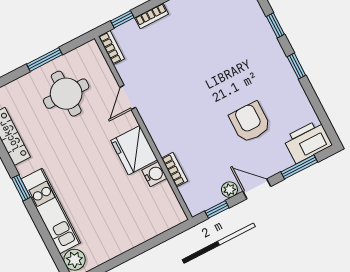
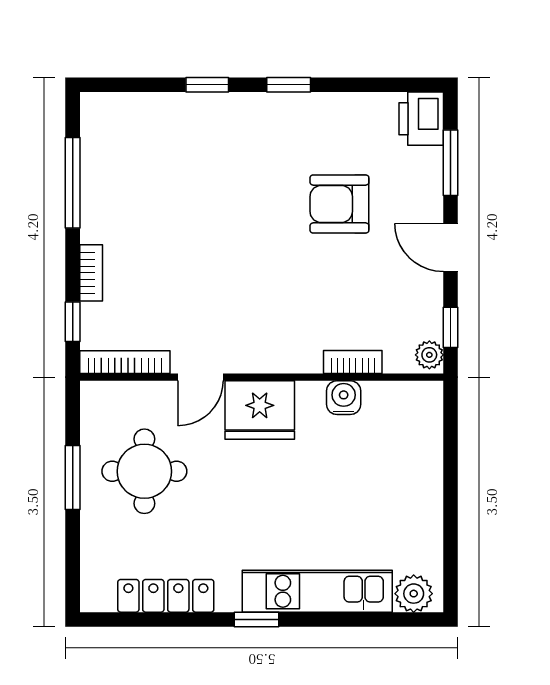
bookcase: (112, 48) -> (125, 362), width x1.56
door: (128, 97) -> (200, 377), hinge flipped
printer: (308, 141) -> (421, 119), width x0.73, depth x0.84
fridge: (134, 150) -> (260, 410), moved
door: (257, 189) -> (450, 248), hinge flipped
plant: (229, 190) -> (429, 355), moved

